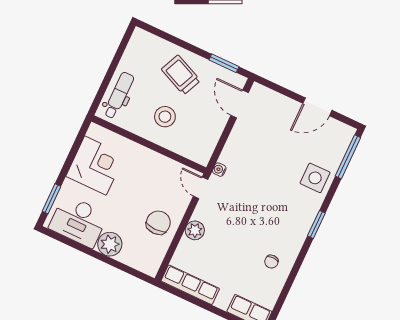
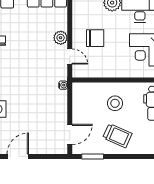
door: (240, 104) -> (70, 135), hinge flipped
door: (201, 188) -> (70, 57), moved
chair: (158, 223) -> (95, 38), moved, turned -90

